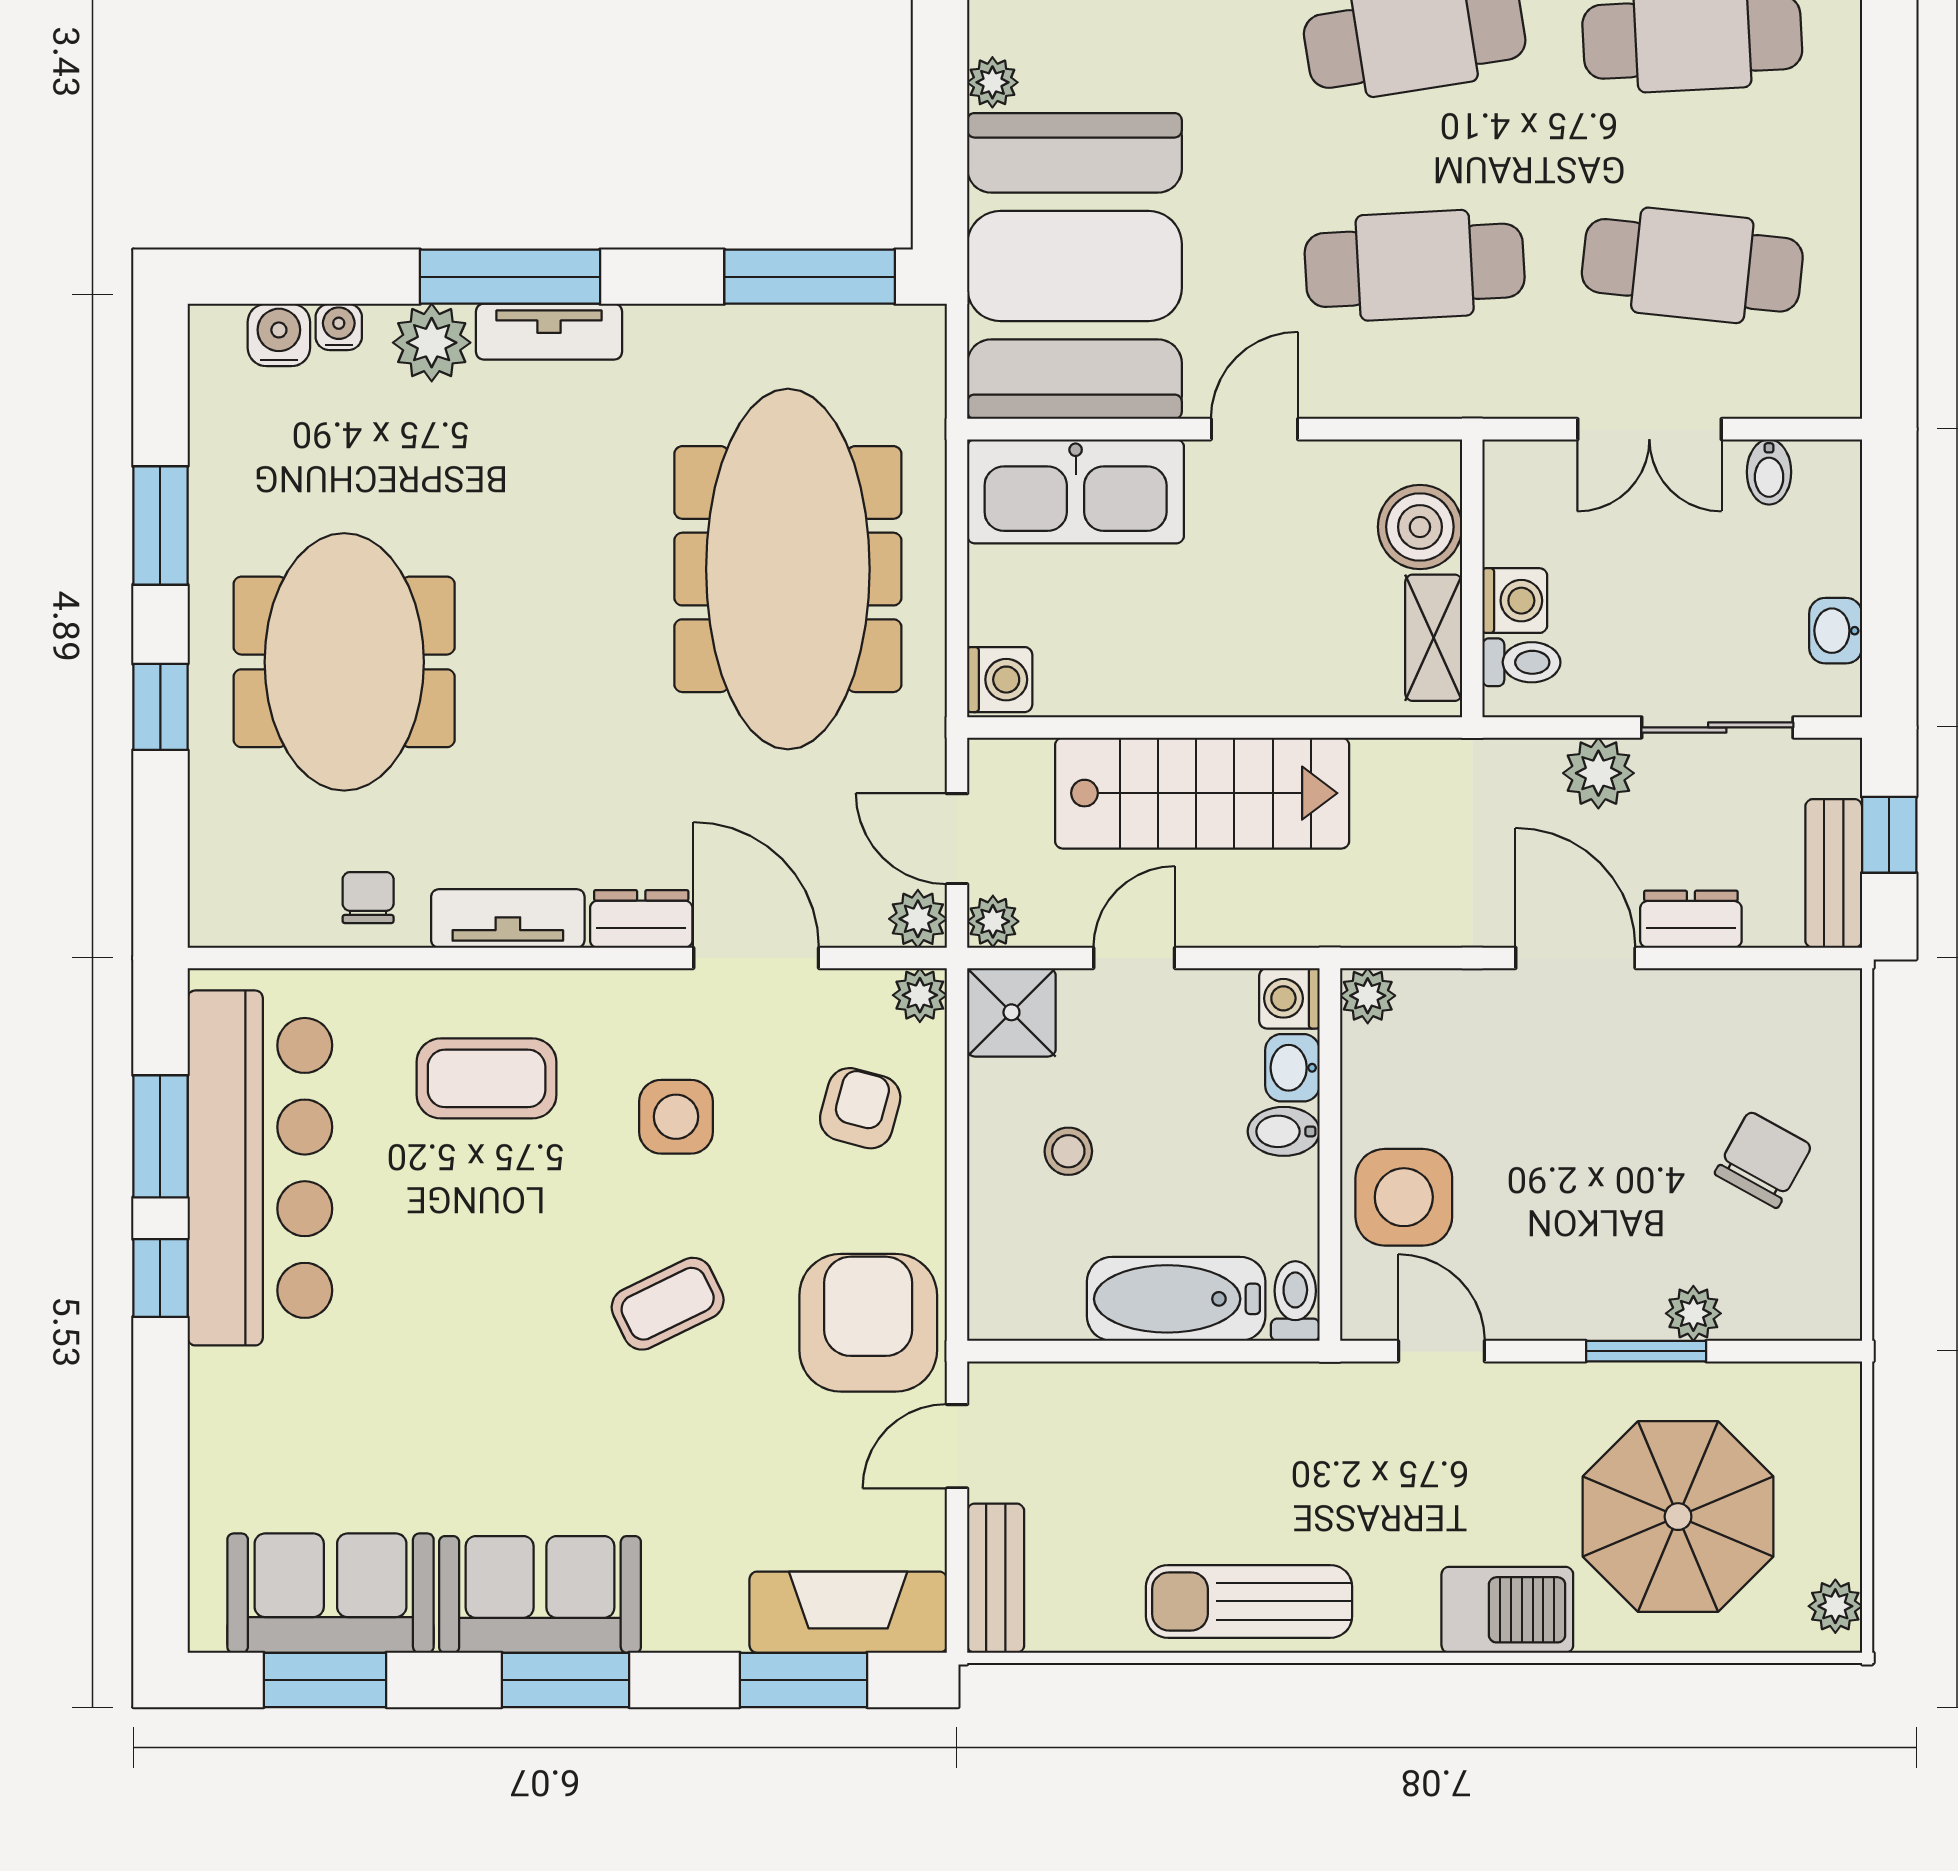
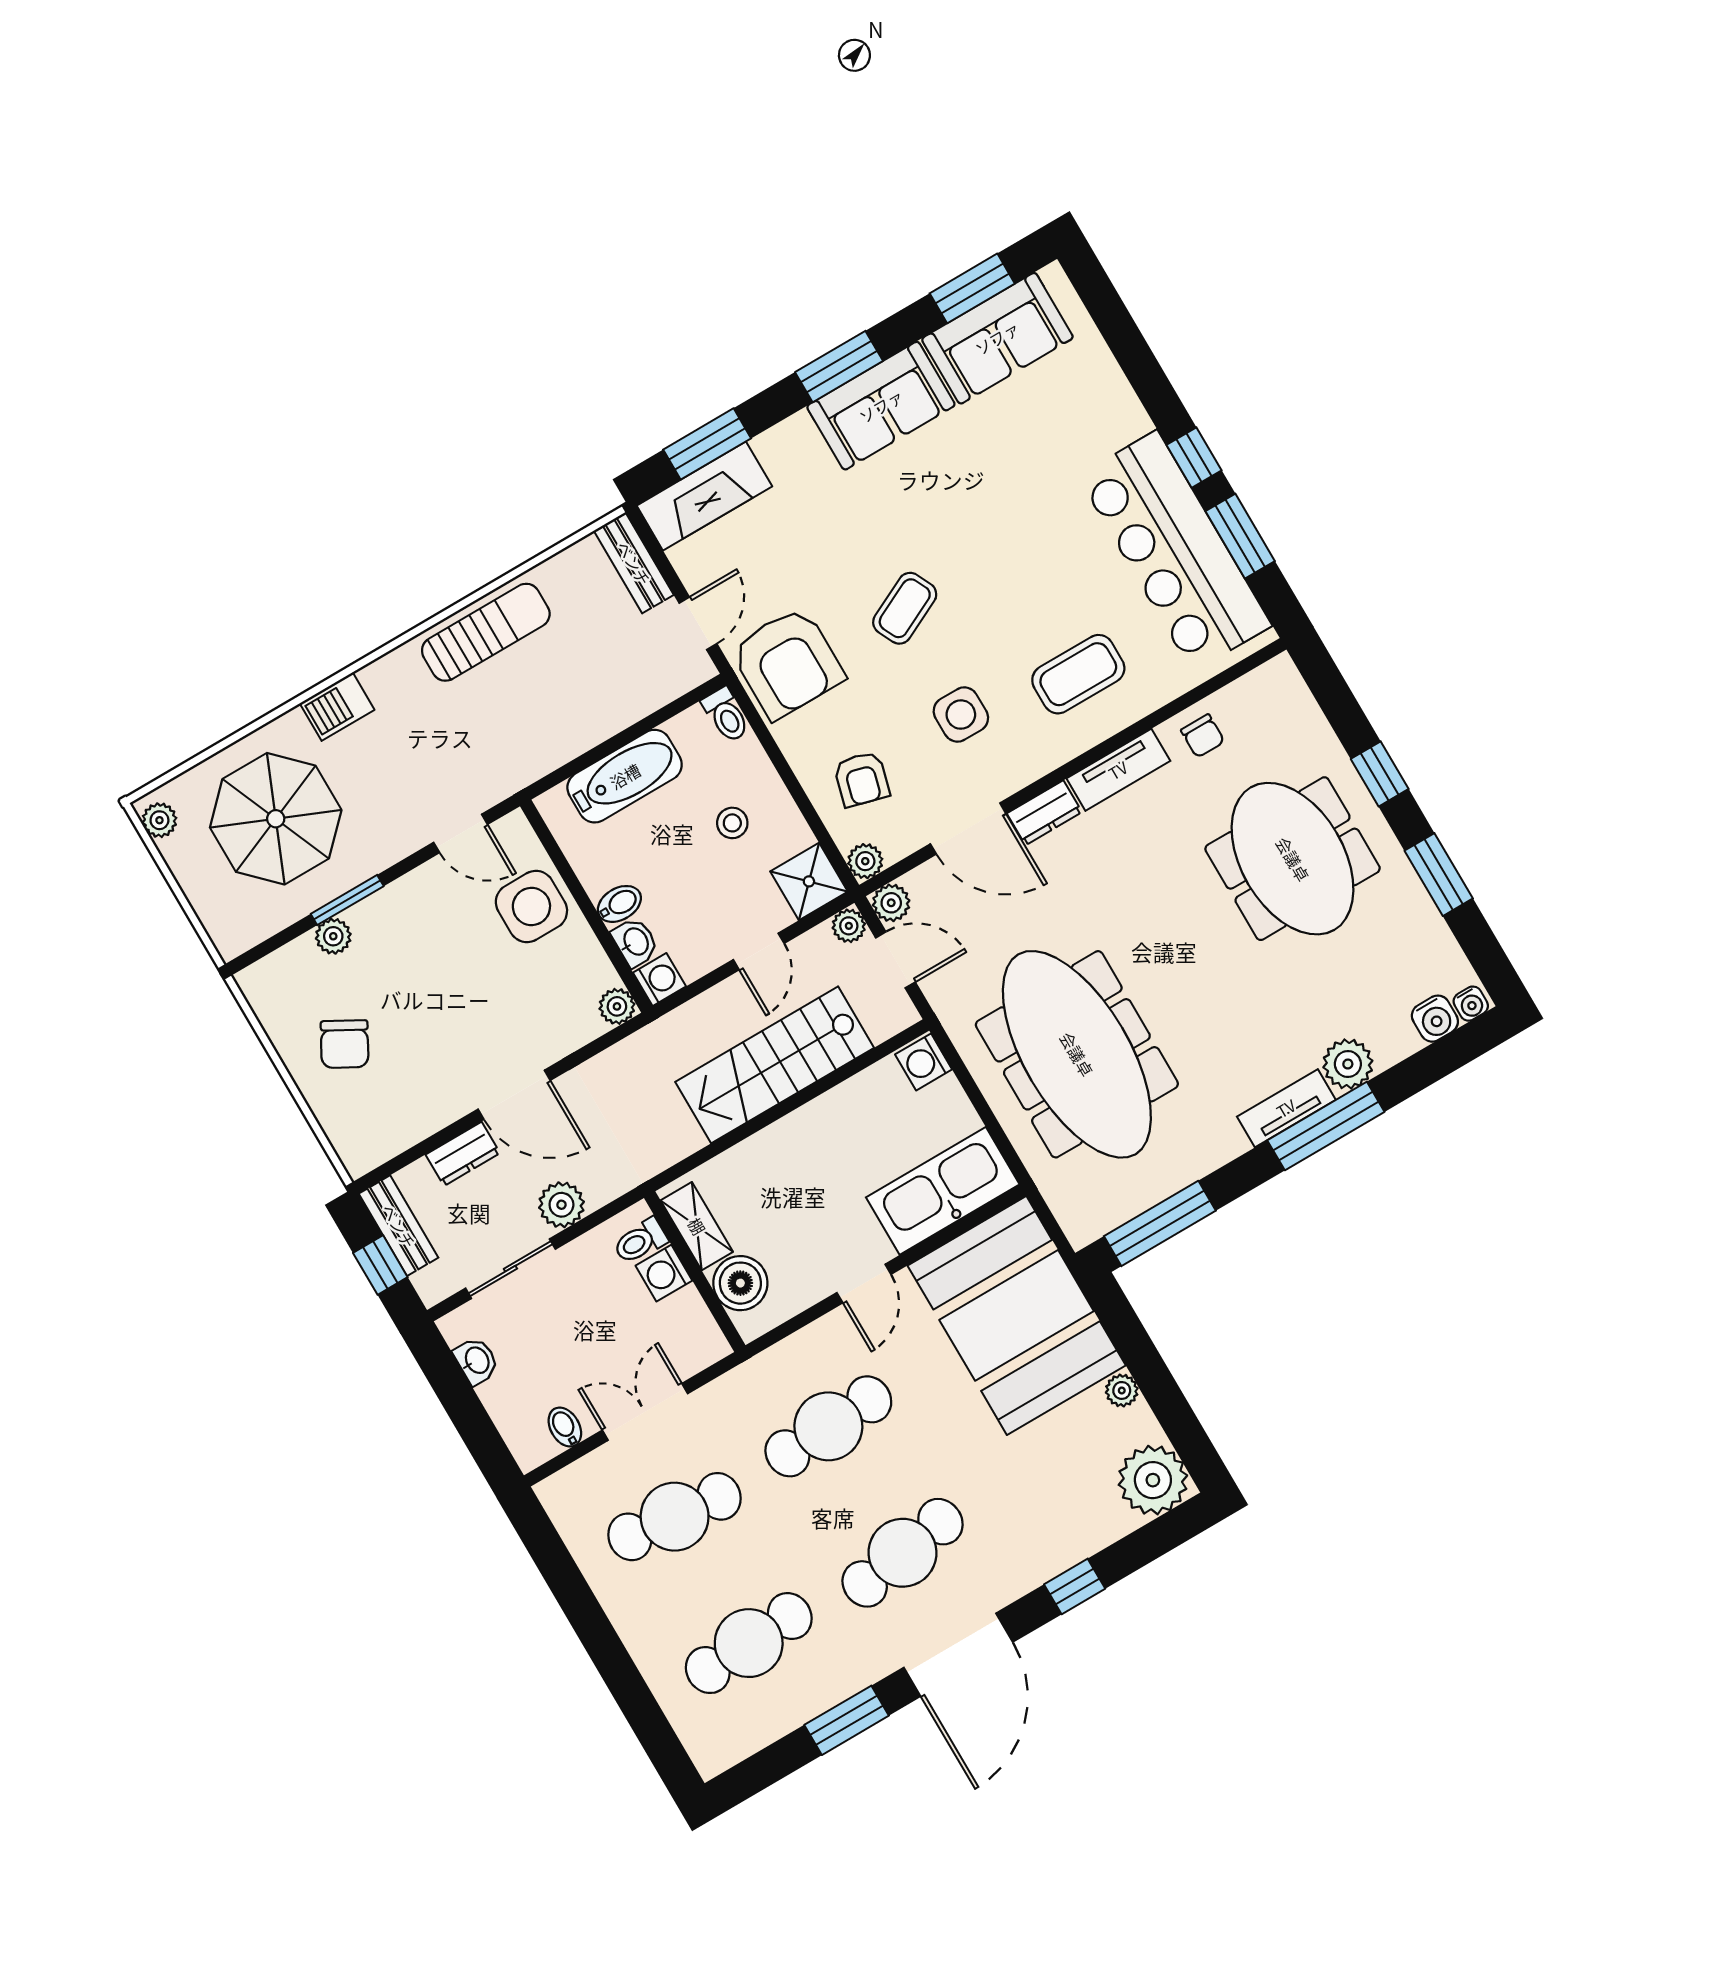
water cooler: (339, 327) -> (1471, 1004), moved
toilet: (1295, 1301) -> (726, 715), moved
barbecue: (1507, 1610) -> (337, 707), width x0.73, depth x0.79

